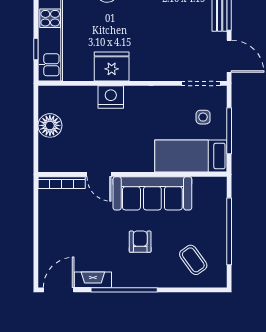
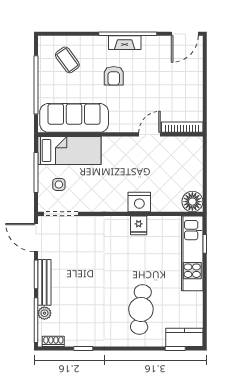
fridge: (112, 67) -> (139, 225), width x0.53, depth x0.75
floor lamp: (50, 125) -> (192, 202), moved
door: (99, 174) -> (150, 134), hinge flipped
sofa: (152, 193) -> (74, 118), moved
fireplace: (93, 280) -> (125, 43), moved

